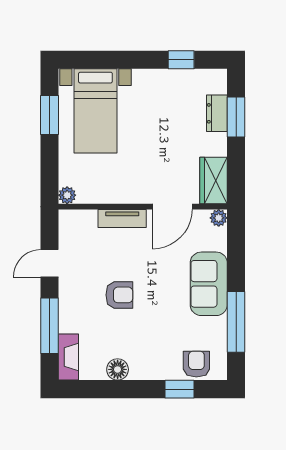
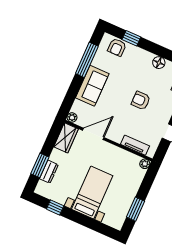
bed with nightstands: (95, 111) -> (92, 192), moved
tv unit: (122, 218) -> (135, 145), moved

